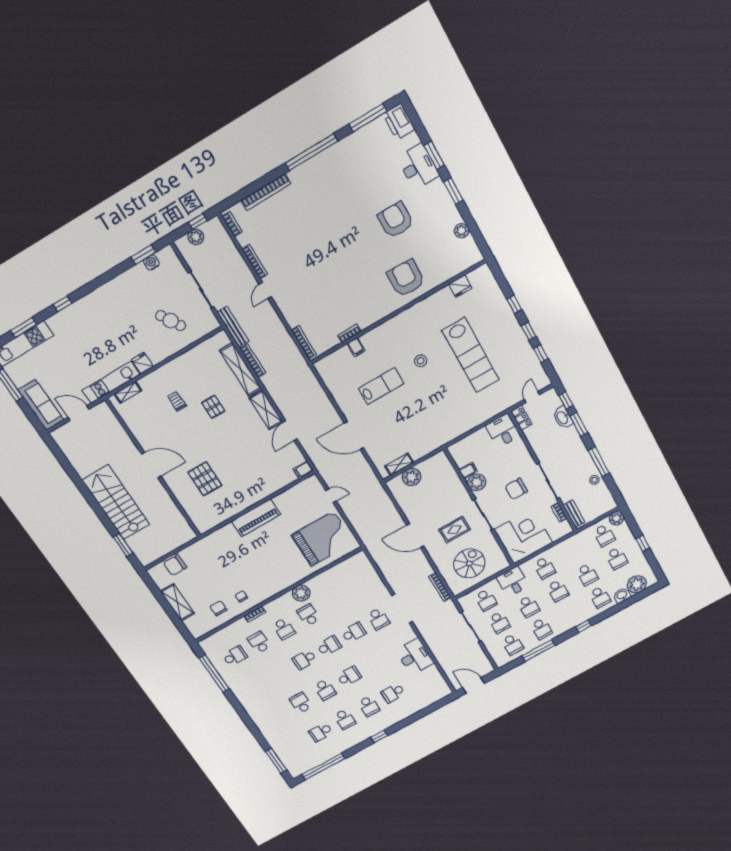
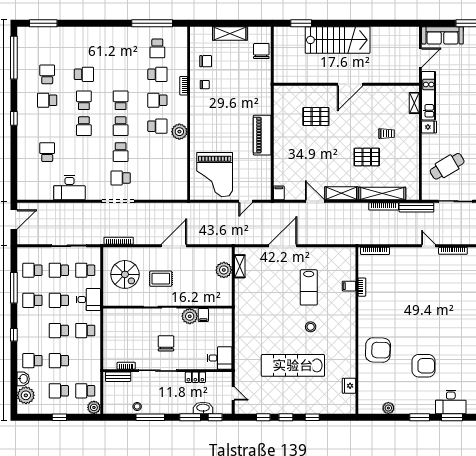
cafe table: (171, 321) -> (447, 166), width x1.37, depth x1.35
pallet: (213, 407) -> (367, 157), width x1.50, depth x1.42
locker: (522, 418) -> (195, 377), moved
rug: (455, 530) -> (161, 279), turned 90
corner desk: (523, 536) -> (123, 328), removed
school desk: (325, 690) -> (84, 100), turned 90
school desk: (369, 706) -> (47, 126), removed

